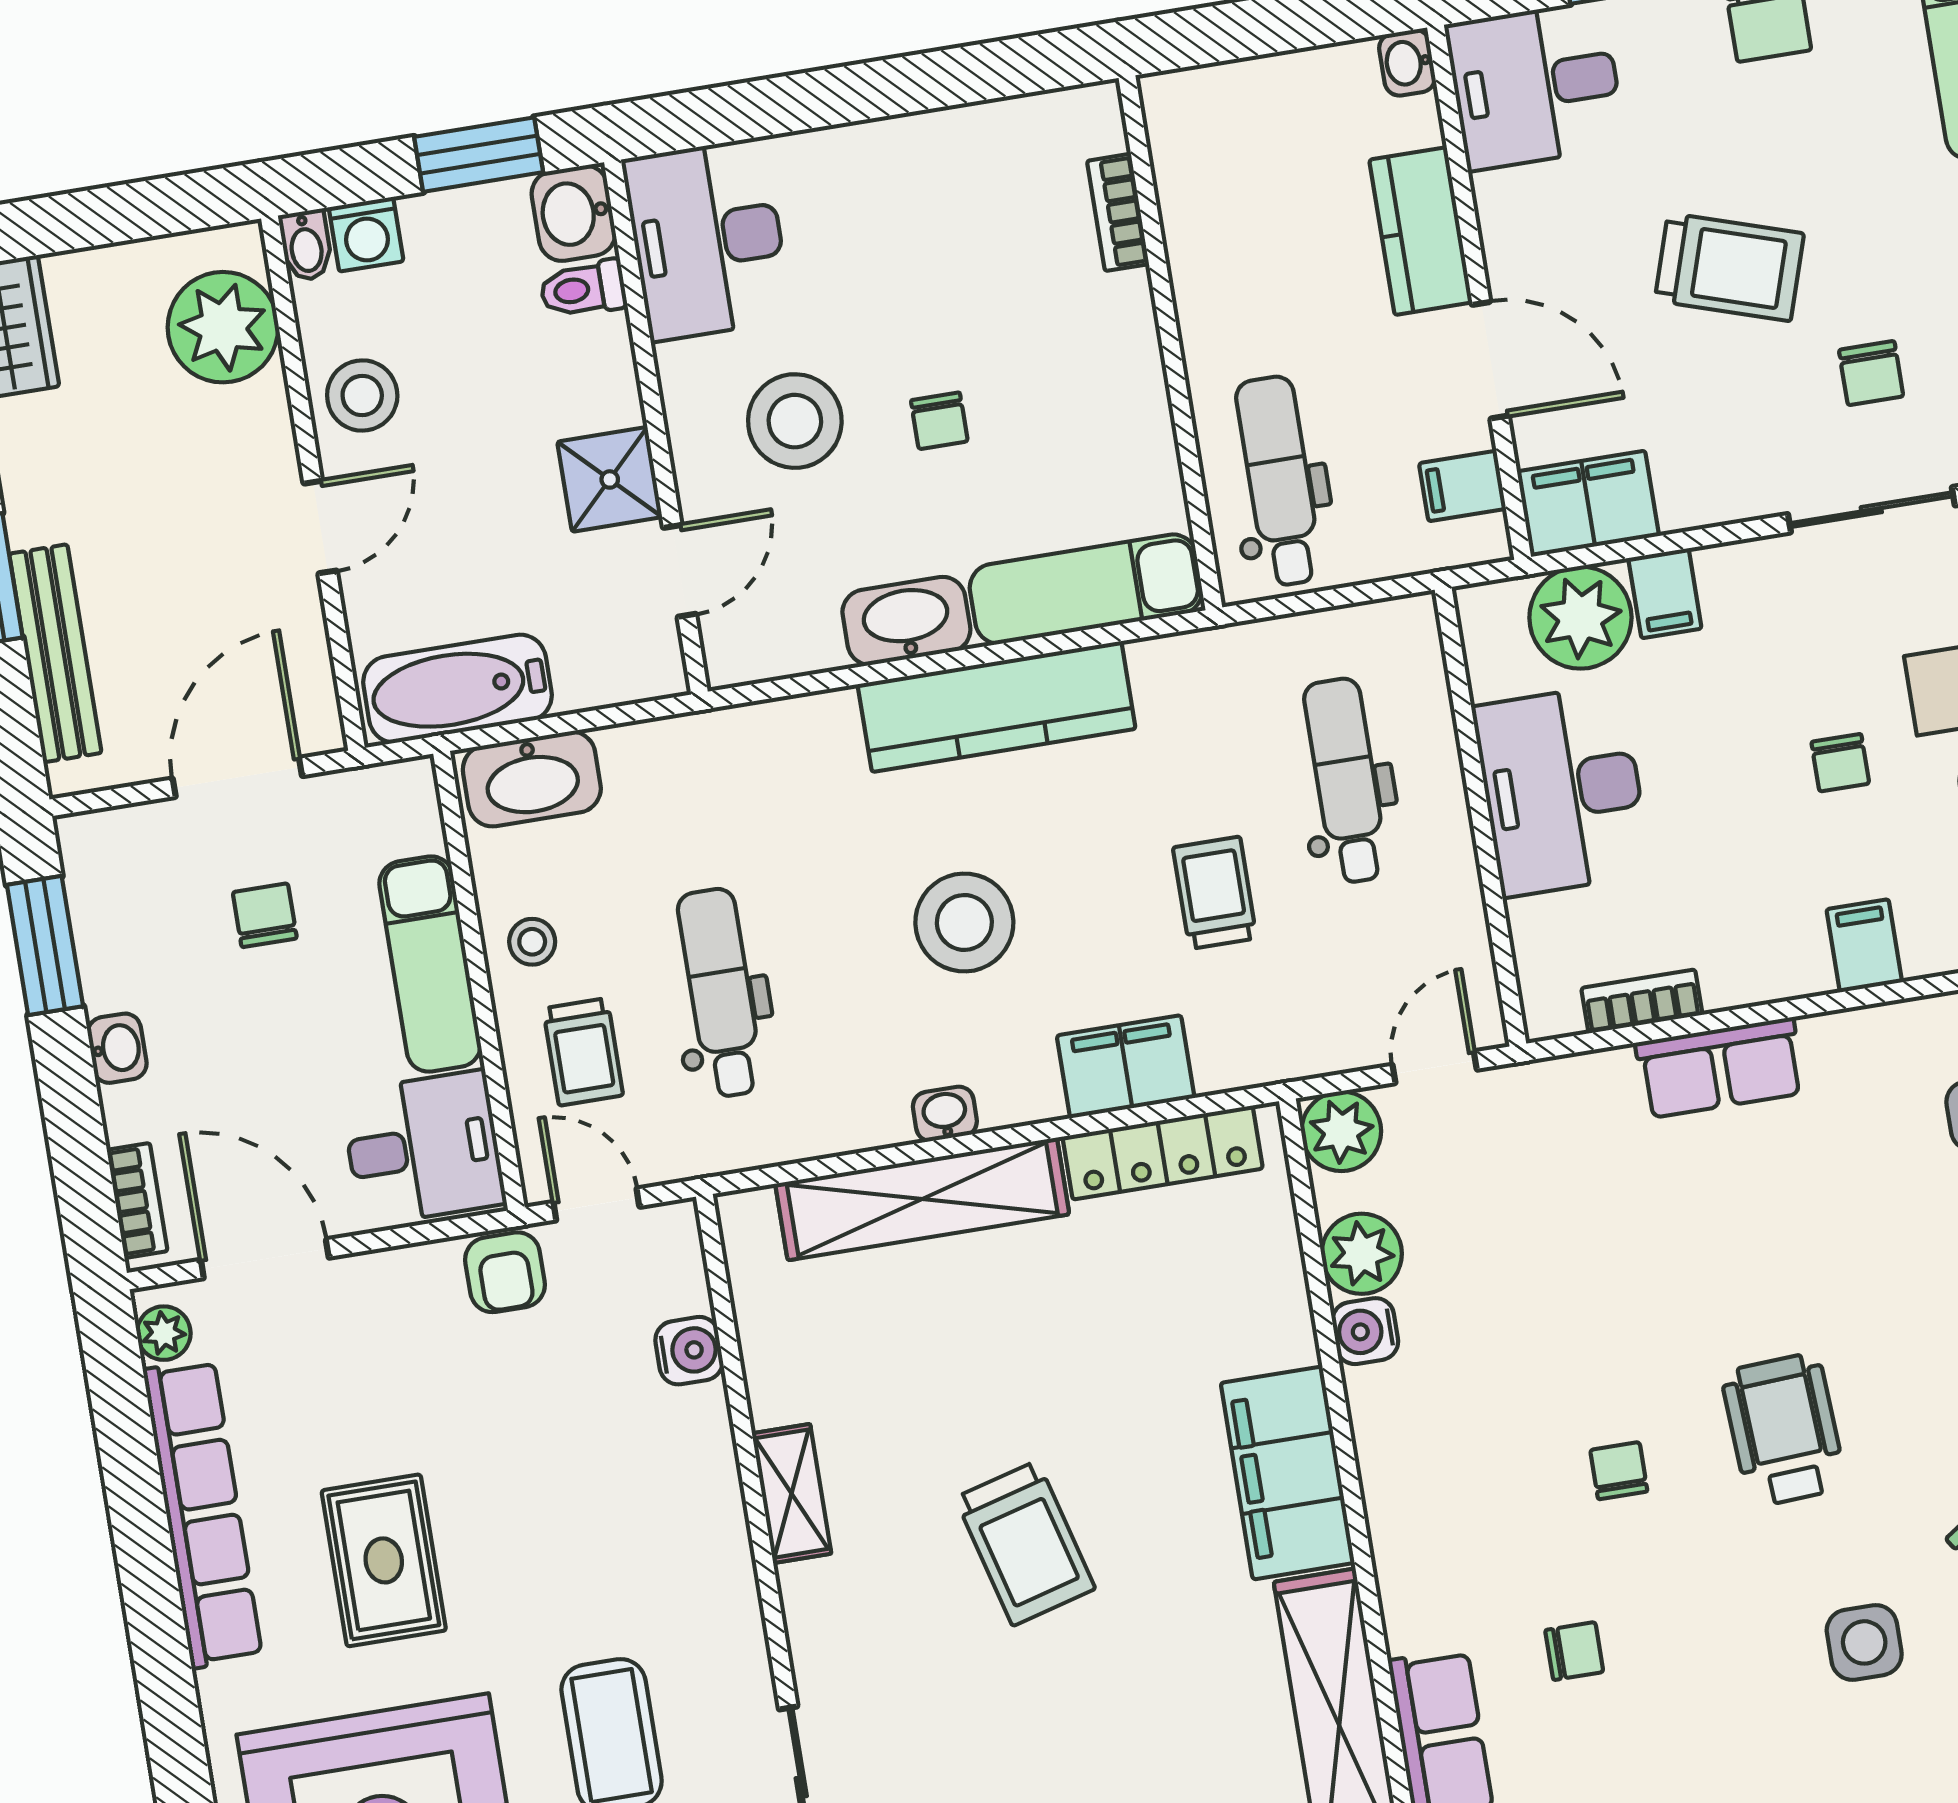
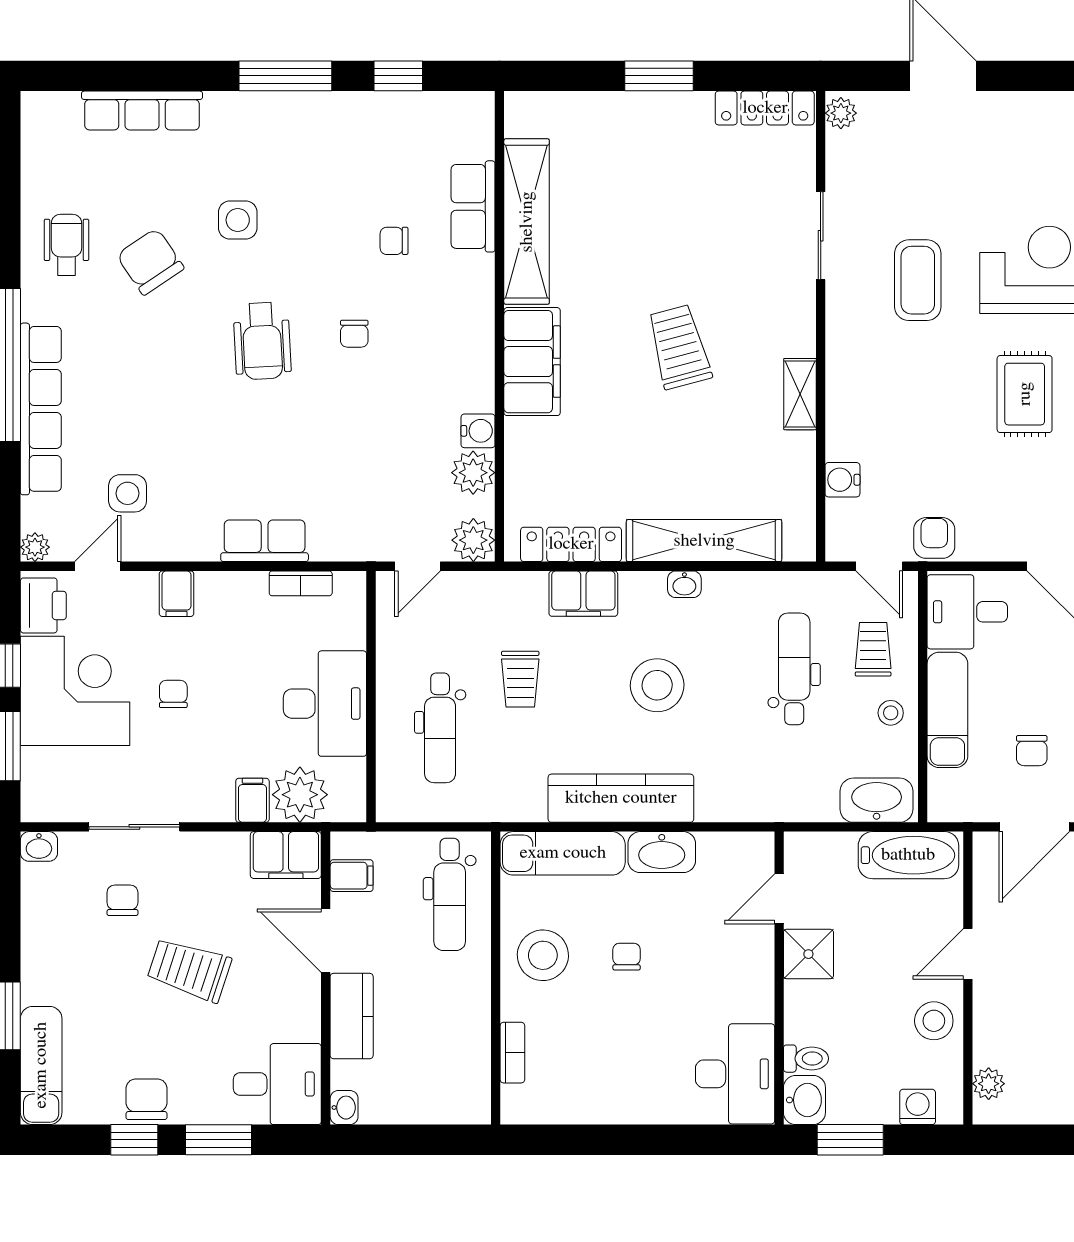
bidet: (306, 245) -> (951, 1106), removed
plant: (223, 327) -> (989, 1084), width x0.53, depth x0.53
stool: (795, 421) -> (543, 955), moved
dental chair: (720, 993) -> (794, 669), turned 180

